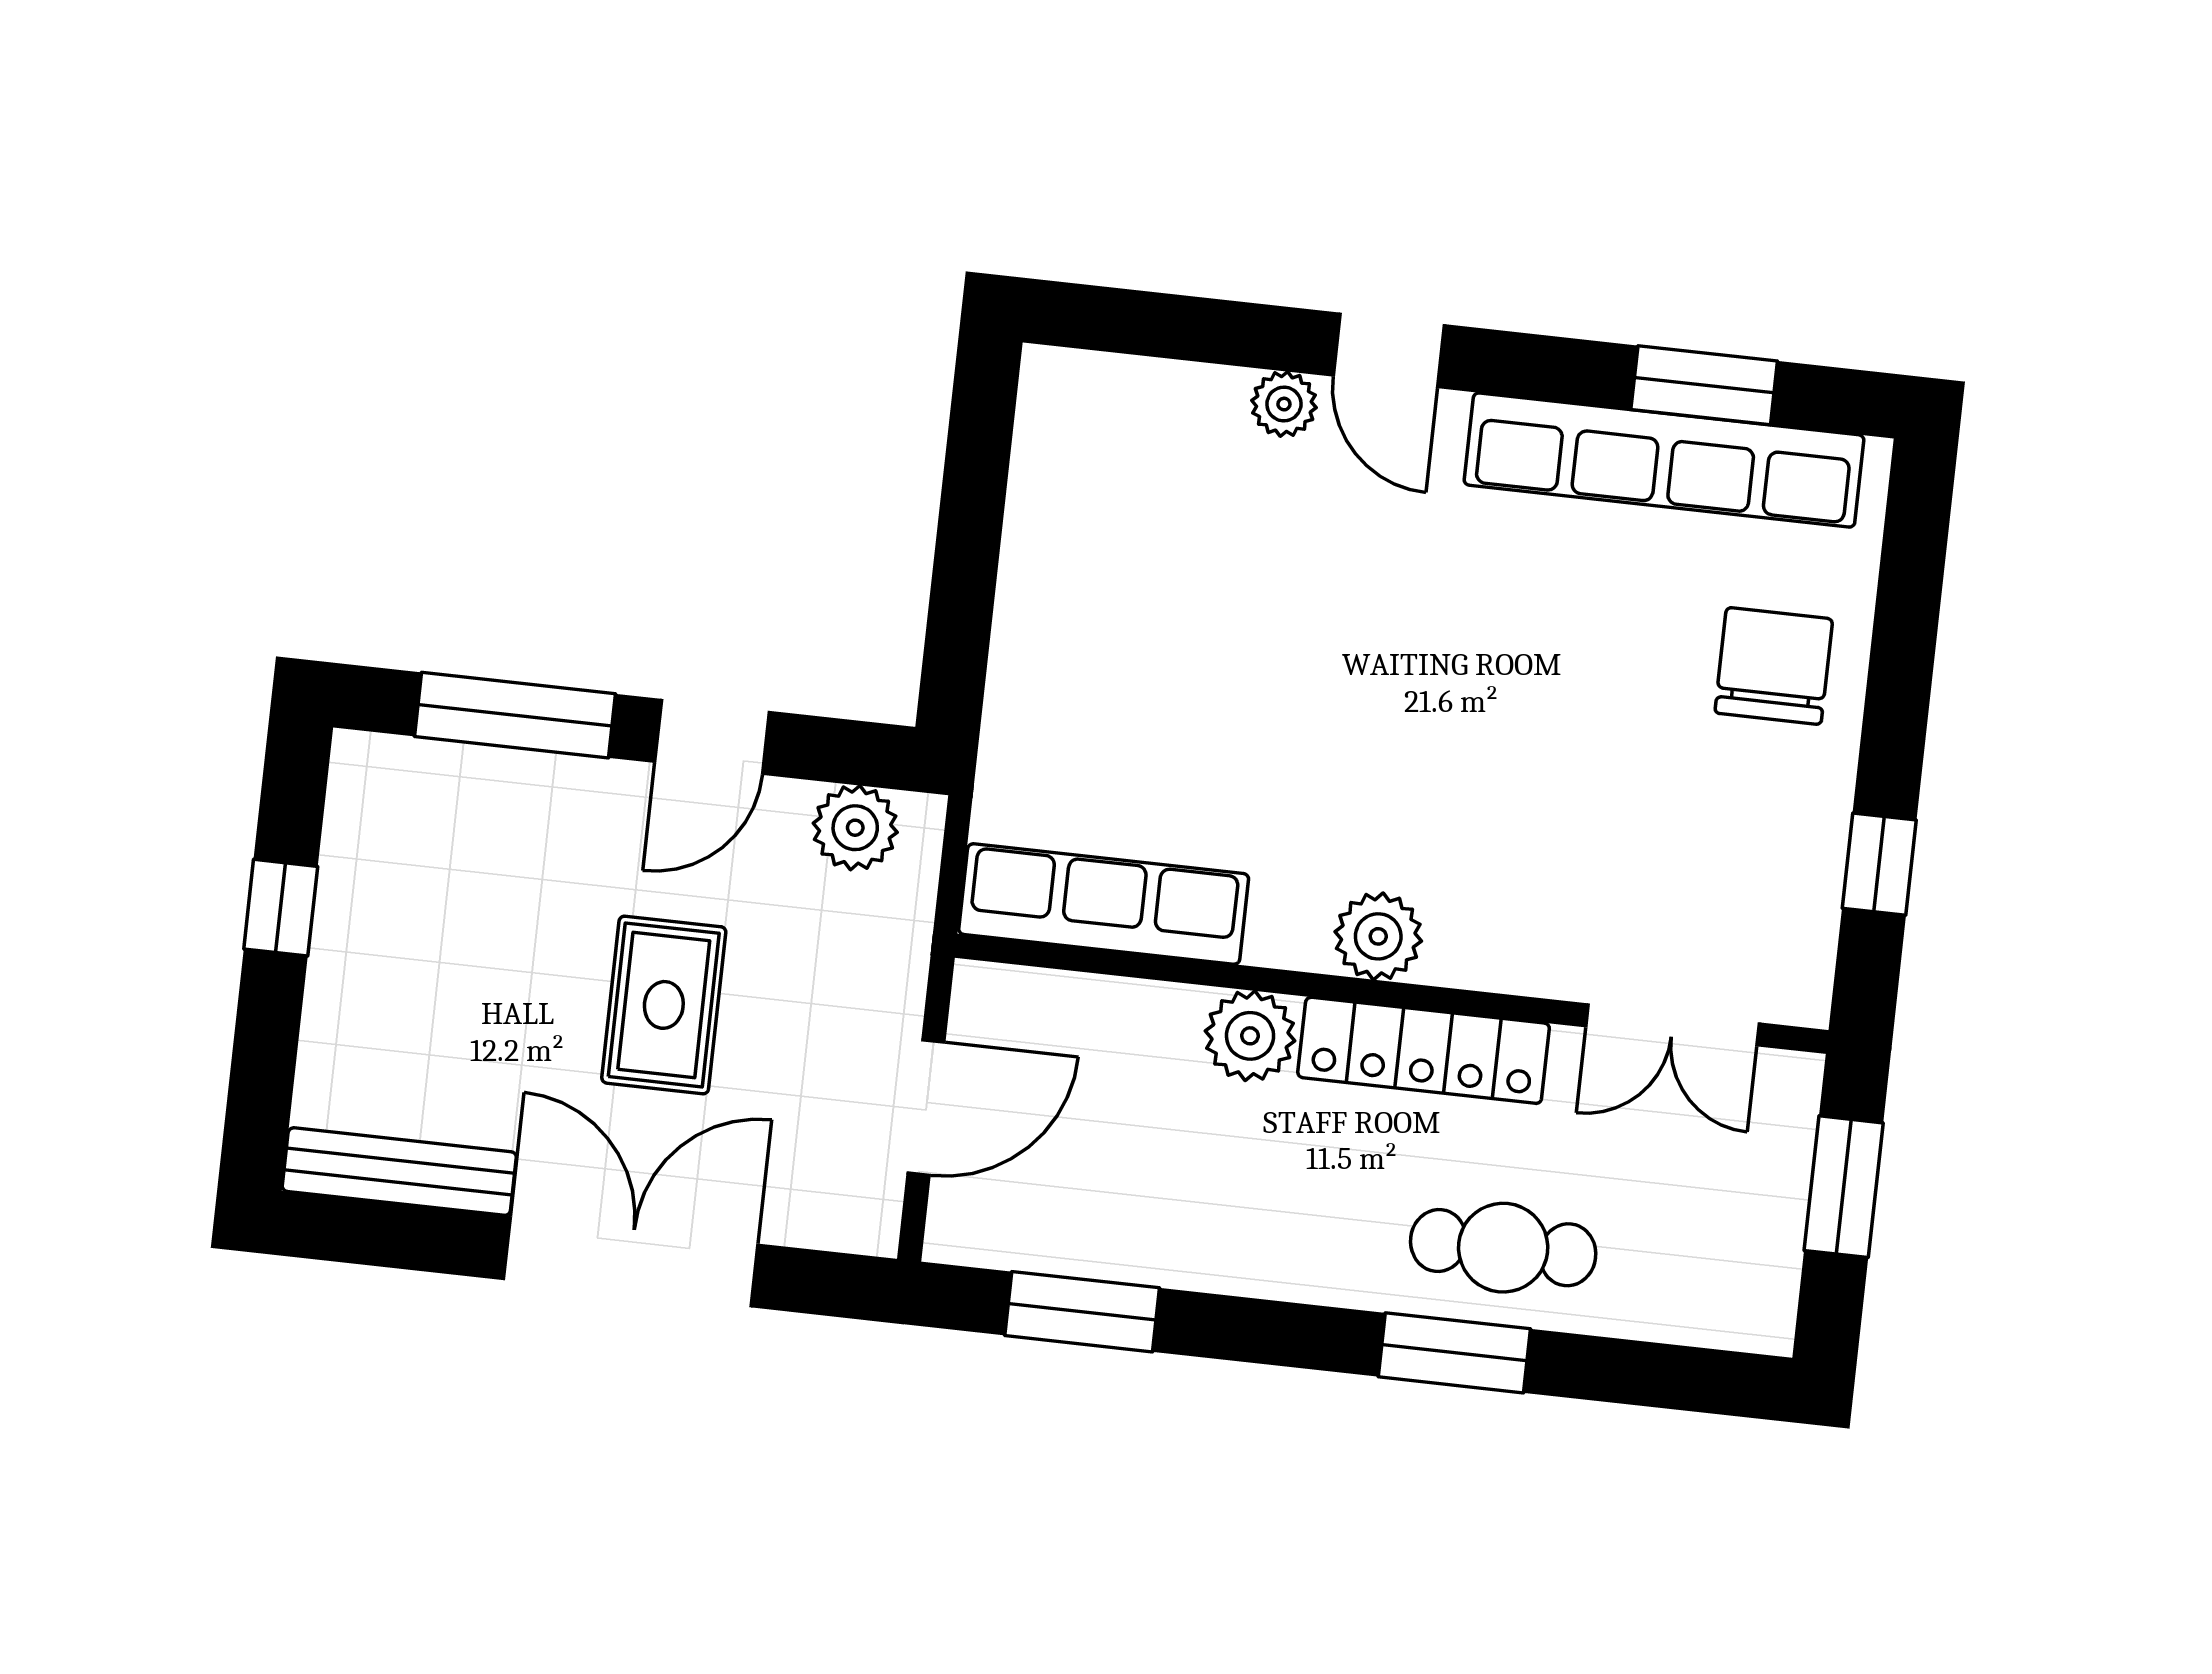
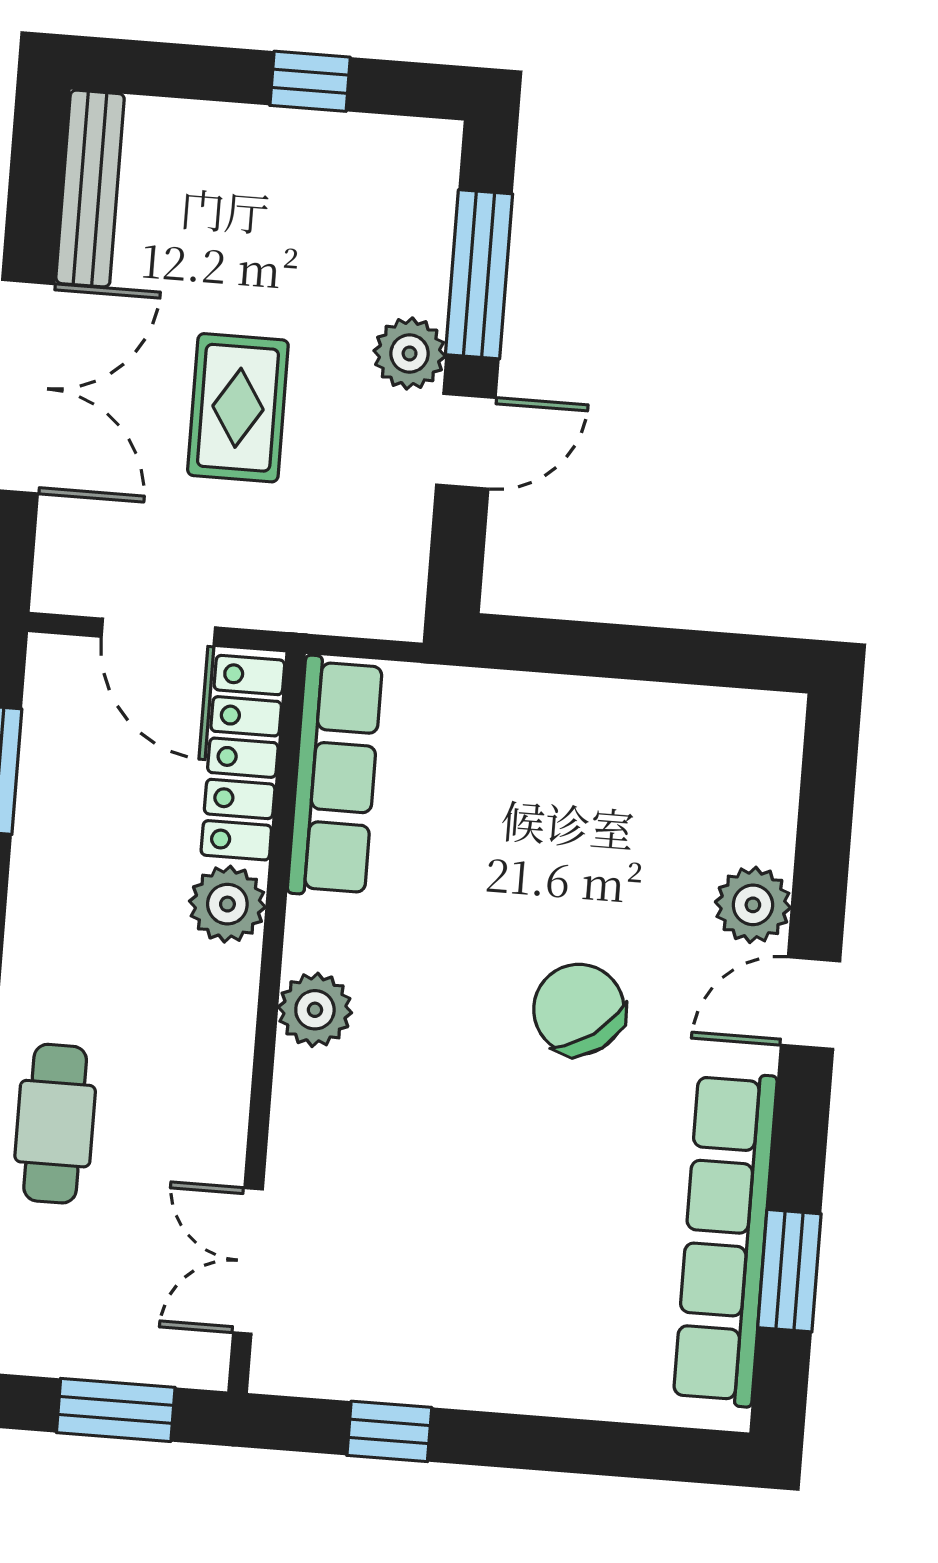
plant: (1284, 404) -> (753, 905), width x1.38, depth x1.38
chair: (1774, 666) -> (579, 1009), moved, turned -126
door: (712, 737) -> (466, 441), swing flipped
plant: (855, 828) -> (410, 353), moved
rug: (664, 1005) -> (238, 408), turned 90
locker: (1424, 1050) -> (243, 758), moved

